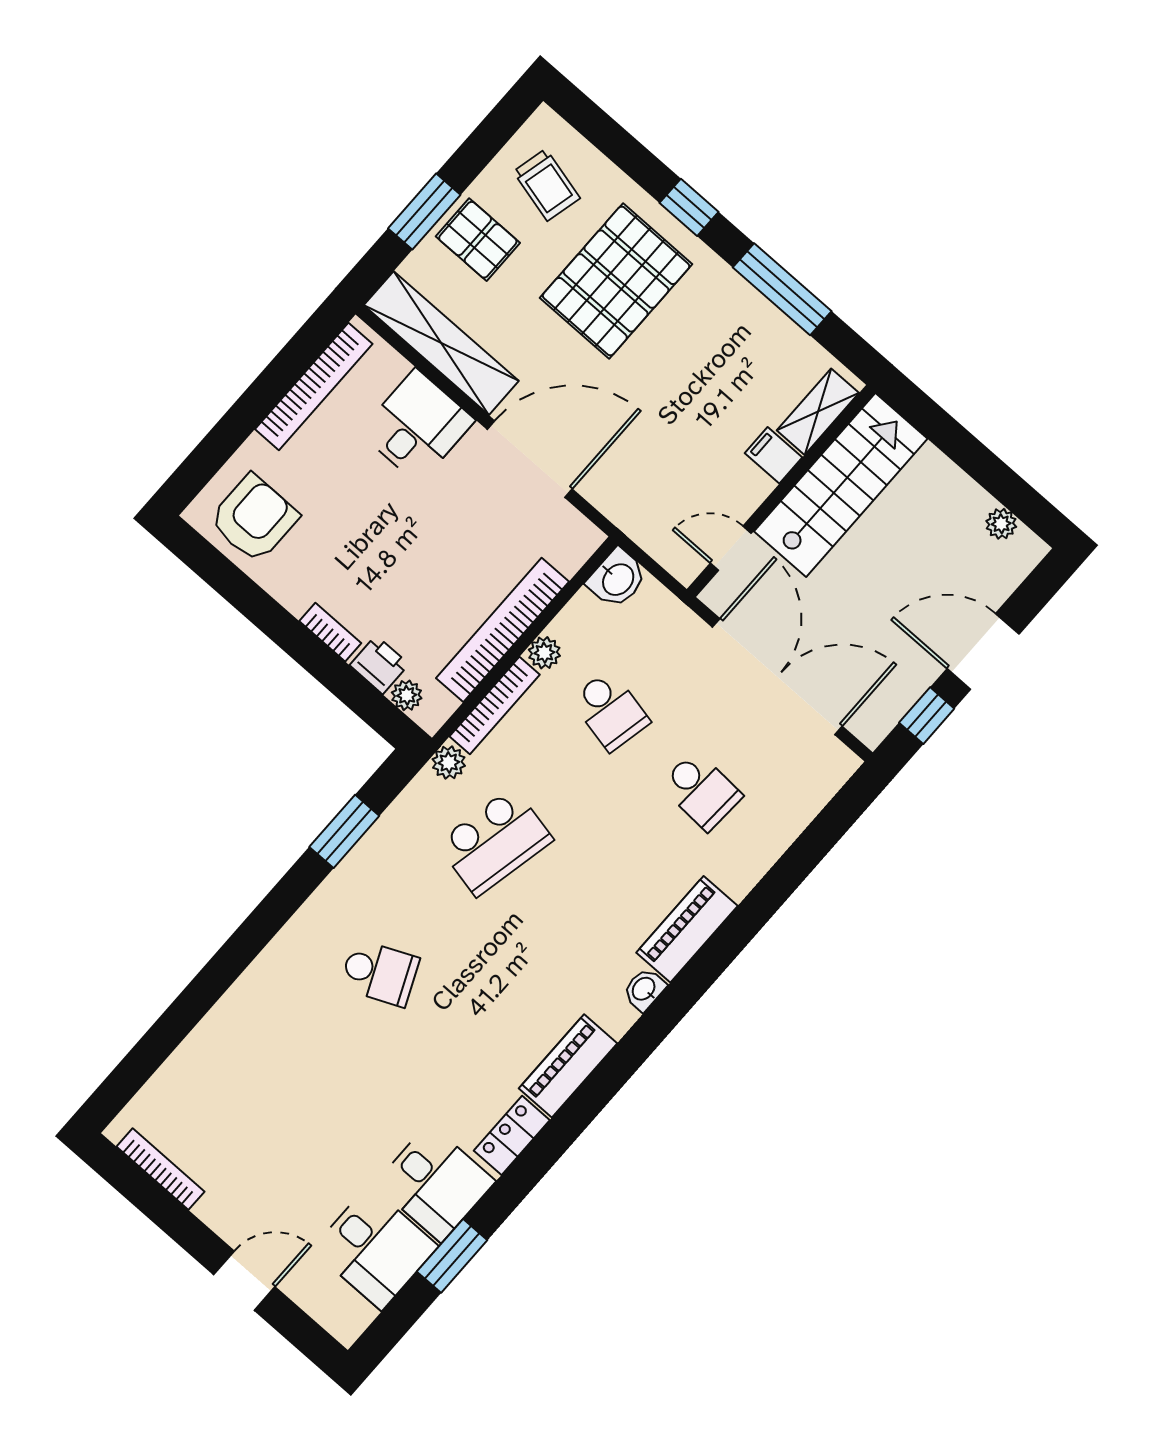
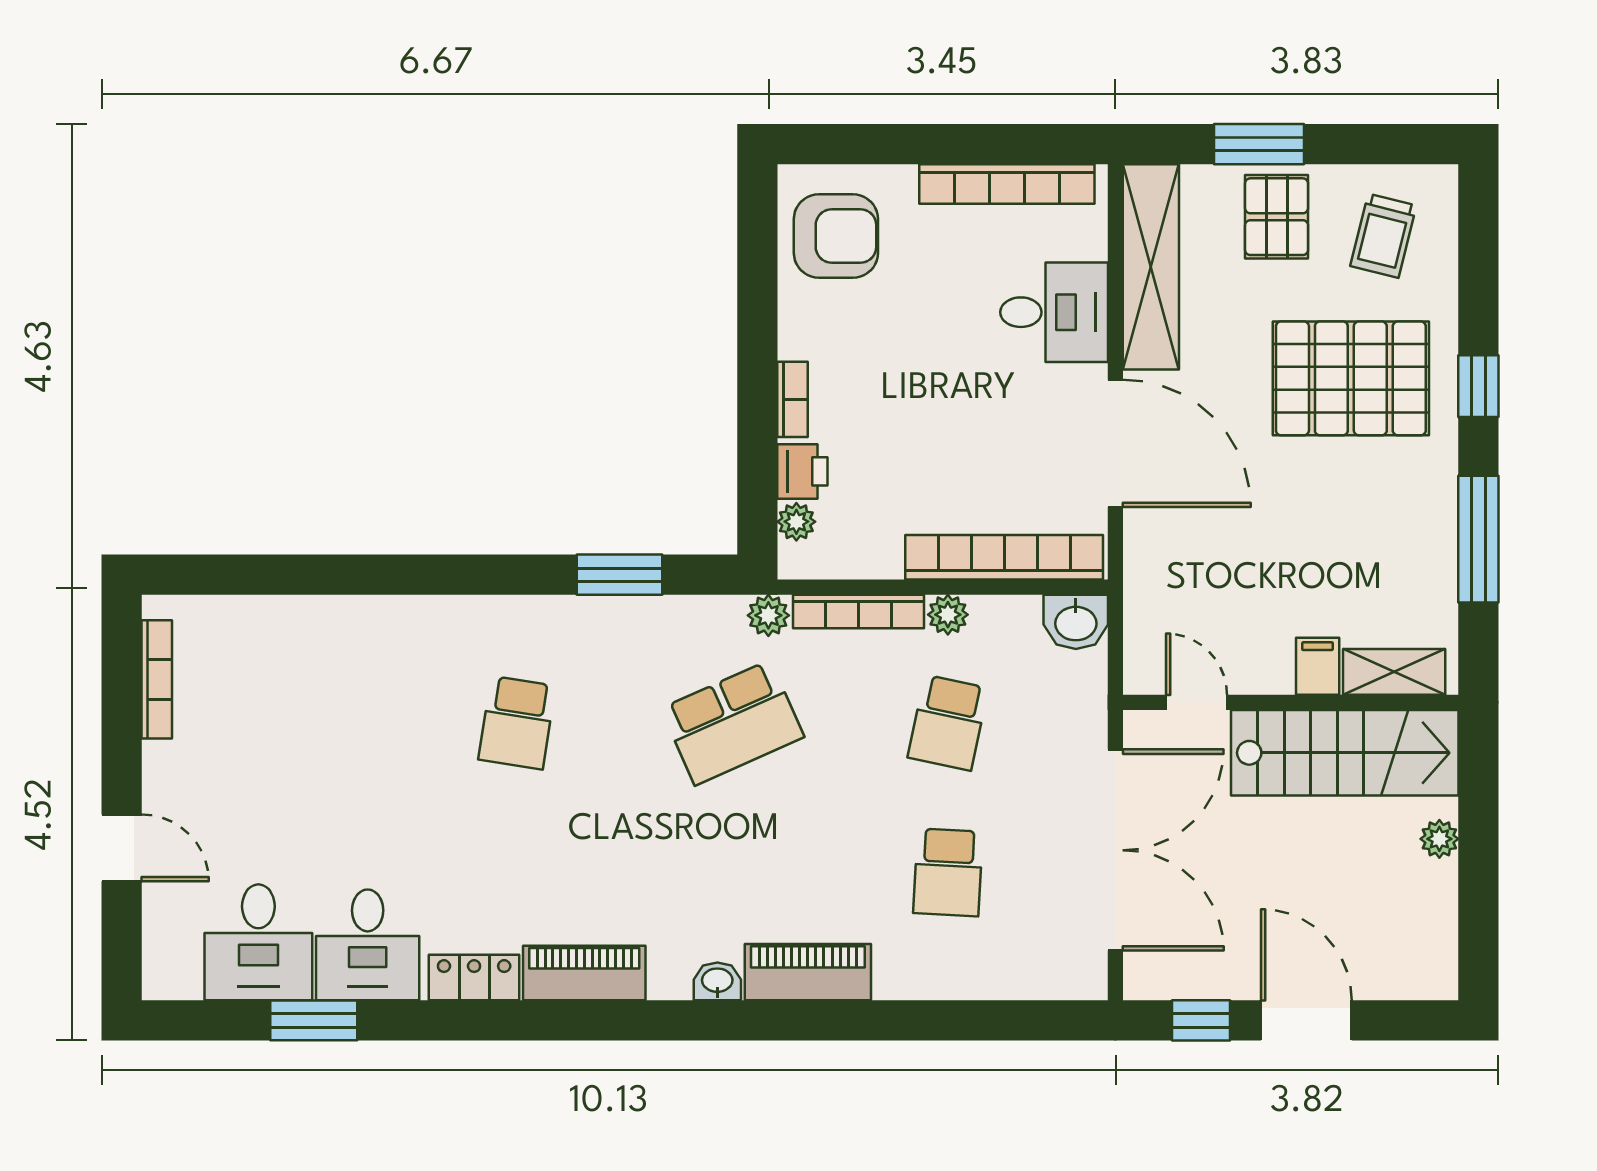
plant: (1001, 524) -> (1439, 839), moved
bookcase: (503, 630) -> (1004, 557), moved
school desk: (495, 842) -> (733, 723), turned -36
school desk: (380, 973) -> (517, 723), turned 33

